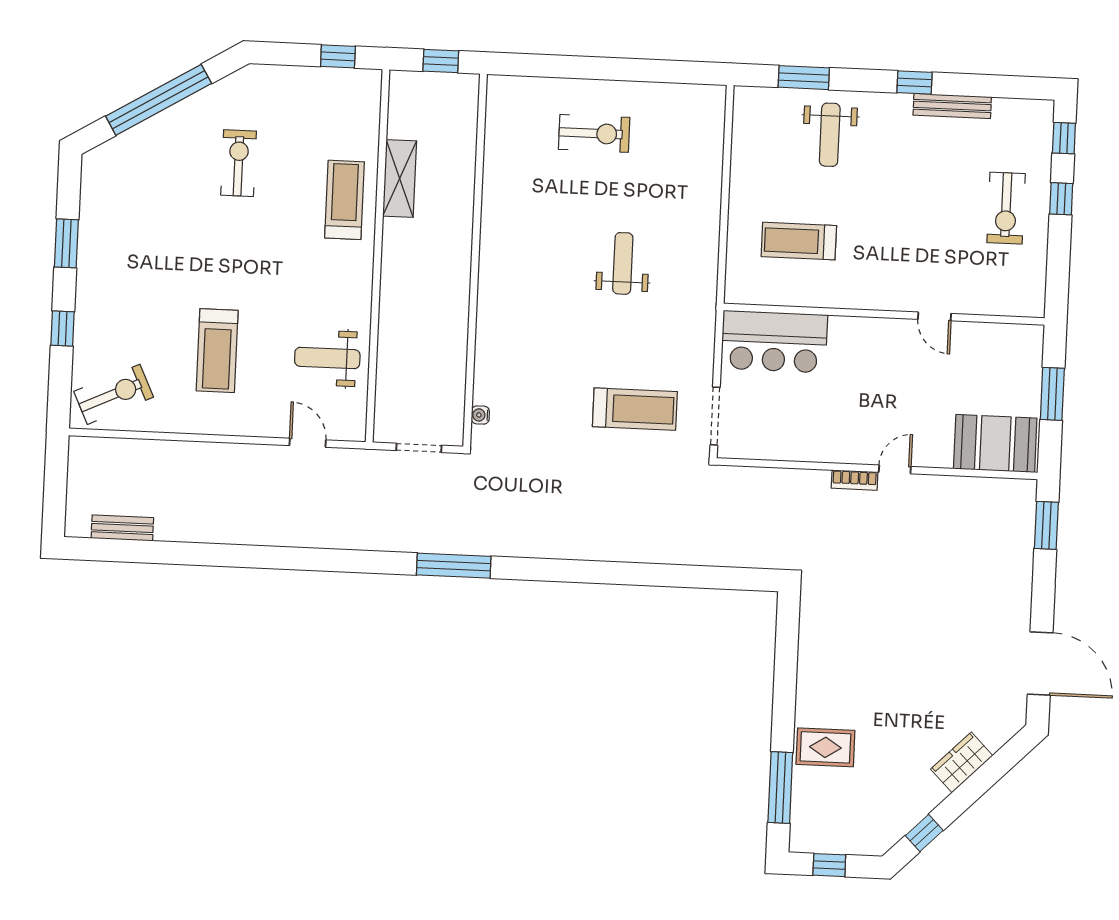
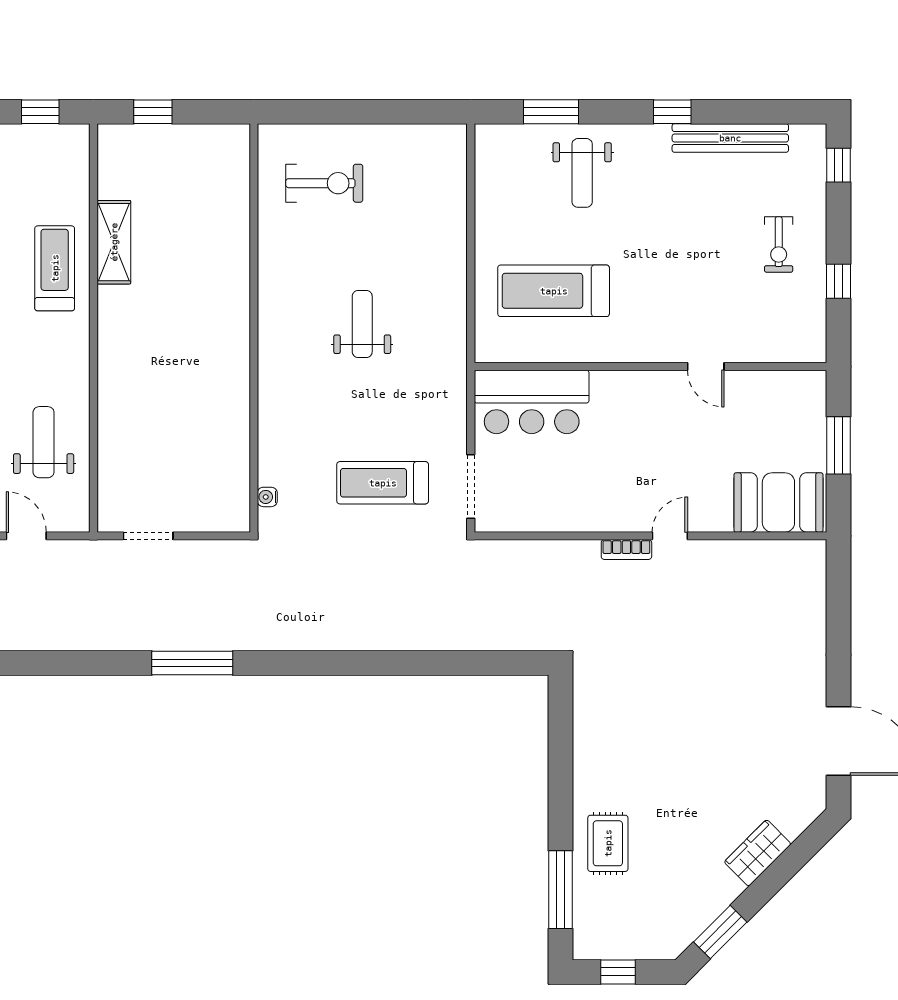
bench: (952, 106) -> (730, 138), width x1.37, depth x1.21
window: (1061, 199) -> (839, 281), moved
exercise bike: (1006, 208) -> (779, 245), width x0.73, depth x0.72
treadmill: (799, 241) -> (554, 291), width x1.37, depth x1.38
wall: (475, 260) -> (254, 328), moved
weight bench: (327, 358) -> (44, 442), turned 90
treadmill: (635, 409) -> (383, 483), turned 180
water cooler: (480, 415) -> (267, 497), moved
window: (1046, 525) -> (839, 590), removed
rug: (825, 747) -> (608, 843), turned 90
window: (924, 833) -> (720, 932), width x1.50

